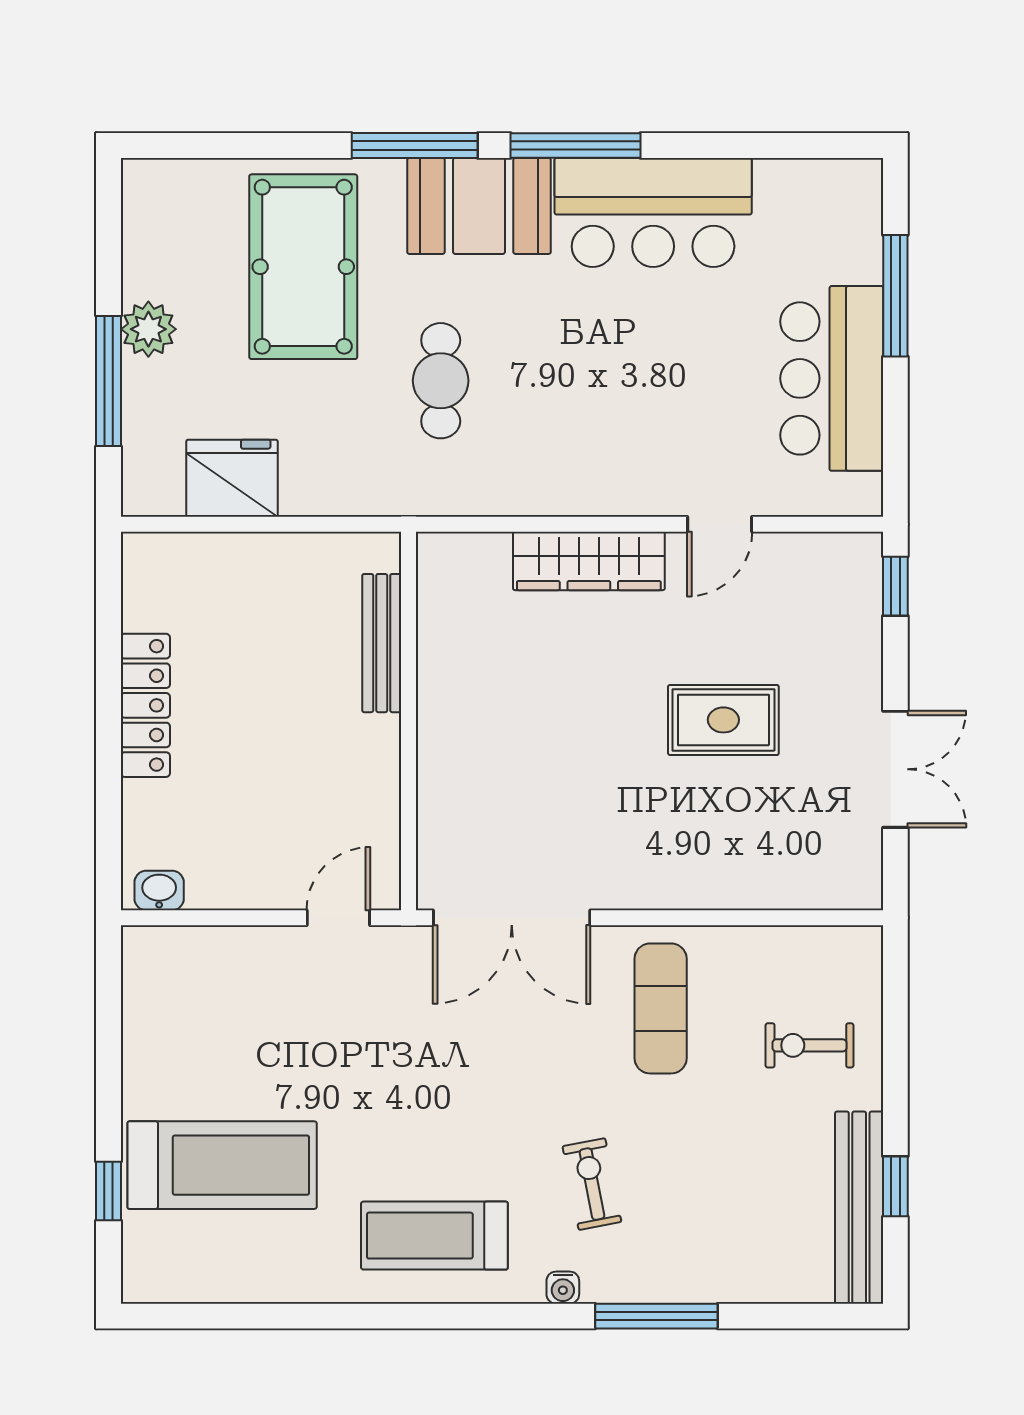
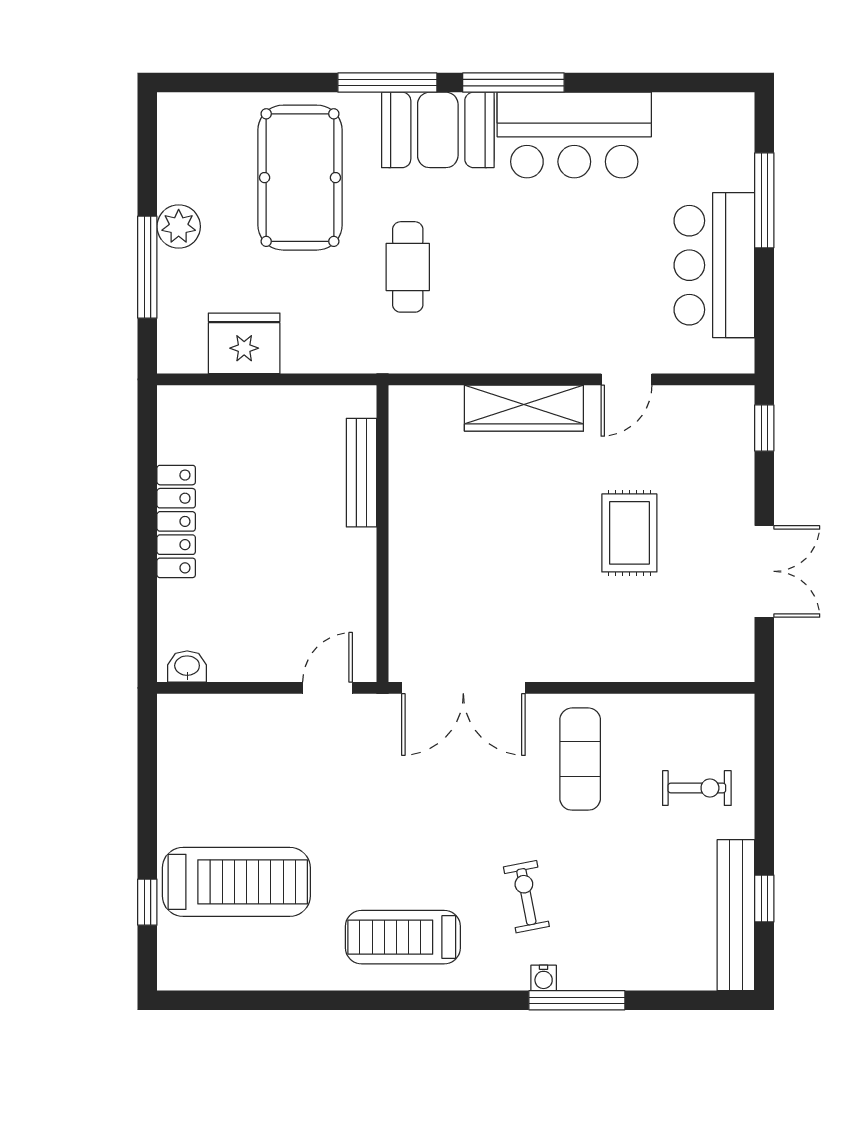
rug: (723, 720) -> (629, 533), turned 90
exercise bike: (809, 1045) -> (697, 788), turned 180
water cooler: (563, 1288) -> (544, 978), moved

